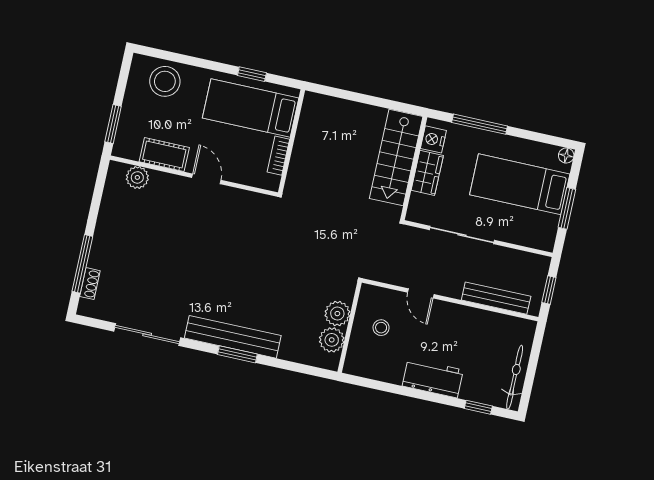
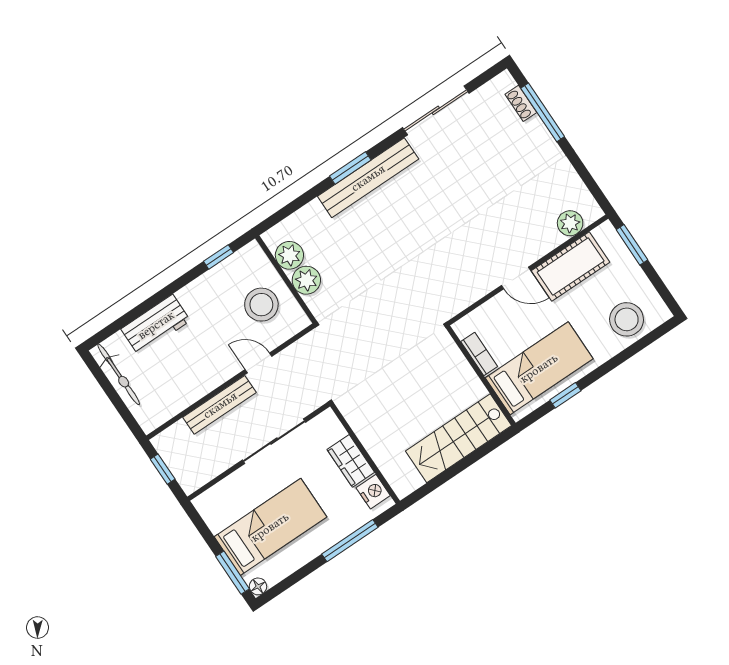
cot: (164, 155) -> (571, 267), width x1.37, depth x1.34
stairs: (396, 157) -> (459, 438), moved, turned -90
window: (567, 208) -> (232, 573), moved
bench: (496, 298) -> (220, 405), moved
stool: (381, 328) -> (261, 305), width x1.89, depth x1.89
workbench: (433, 378) -> (156, 325), moved
window: (478, 407) -> (219, 257), moved

